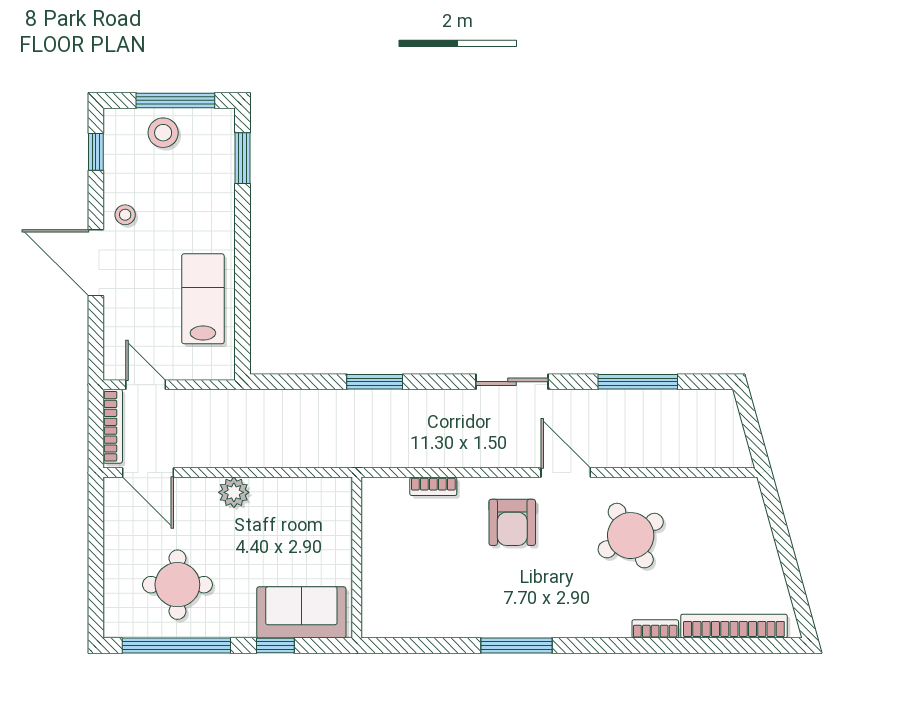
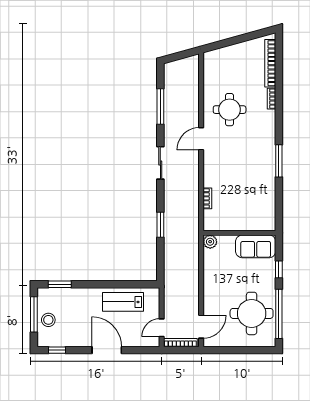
stool: (125, 215) -> (85, 337), removed
door: (96, 263) -> (107, 350), swing flipped
plant: (234, 492) -> (210, 242), moved
armchair: (512, 522) -> (224, 163), removed
round table: (631, 536) -> (230, 110), turned 30
round table: (177, 585) -> (252, 313), width x1.36, depth x1.36
sofa: (301, 612) -> (256, 246), moved, turned -90

